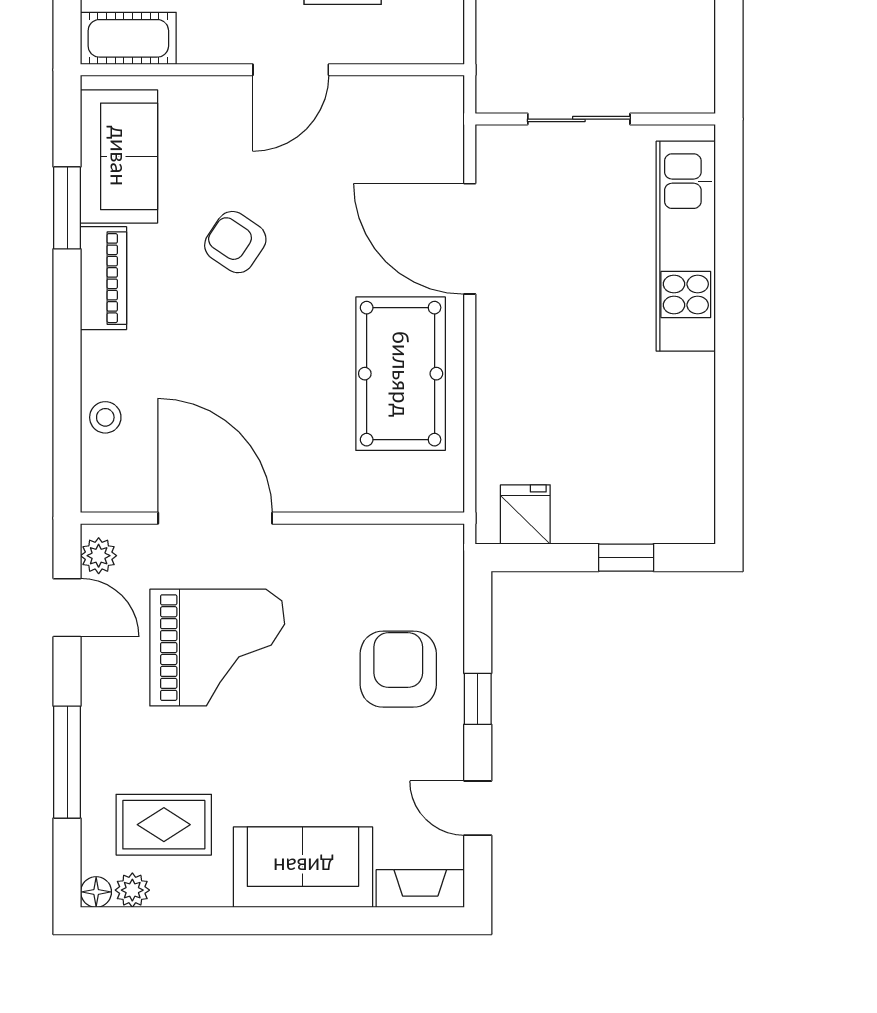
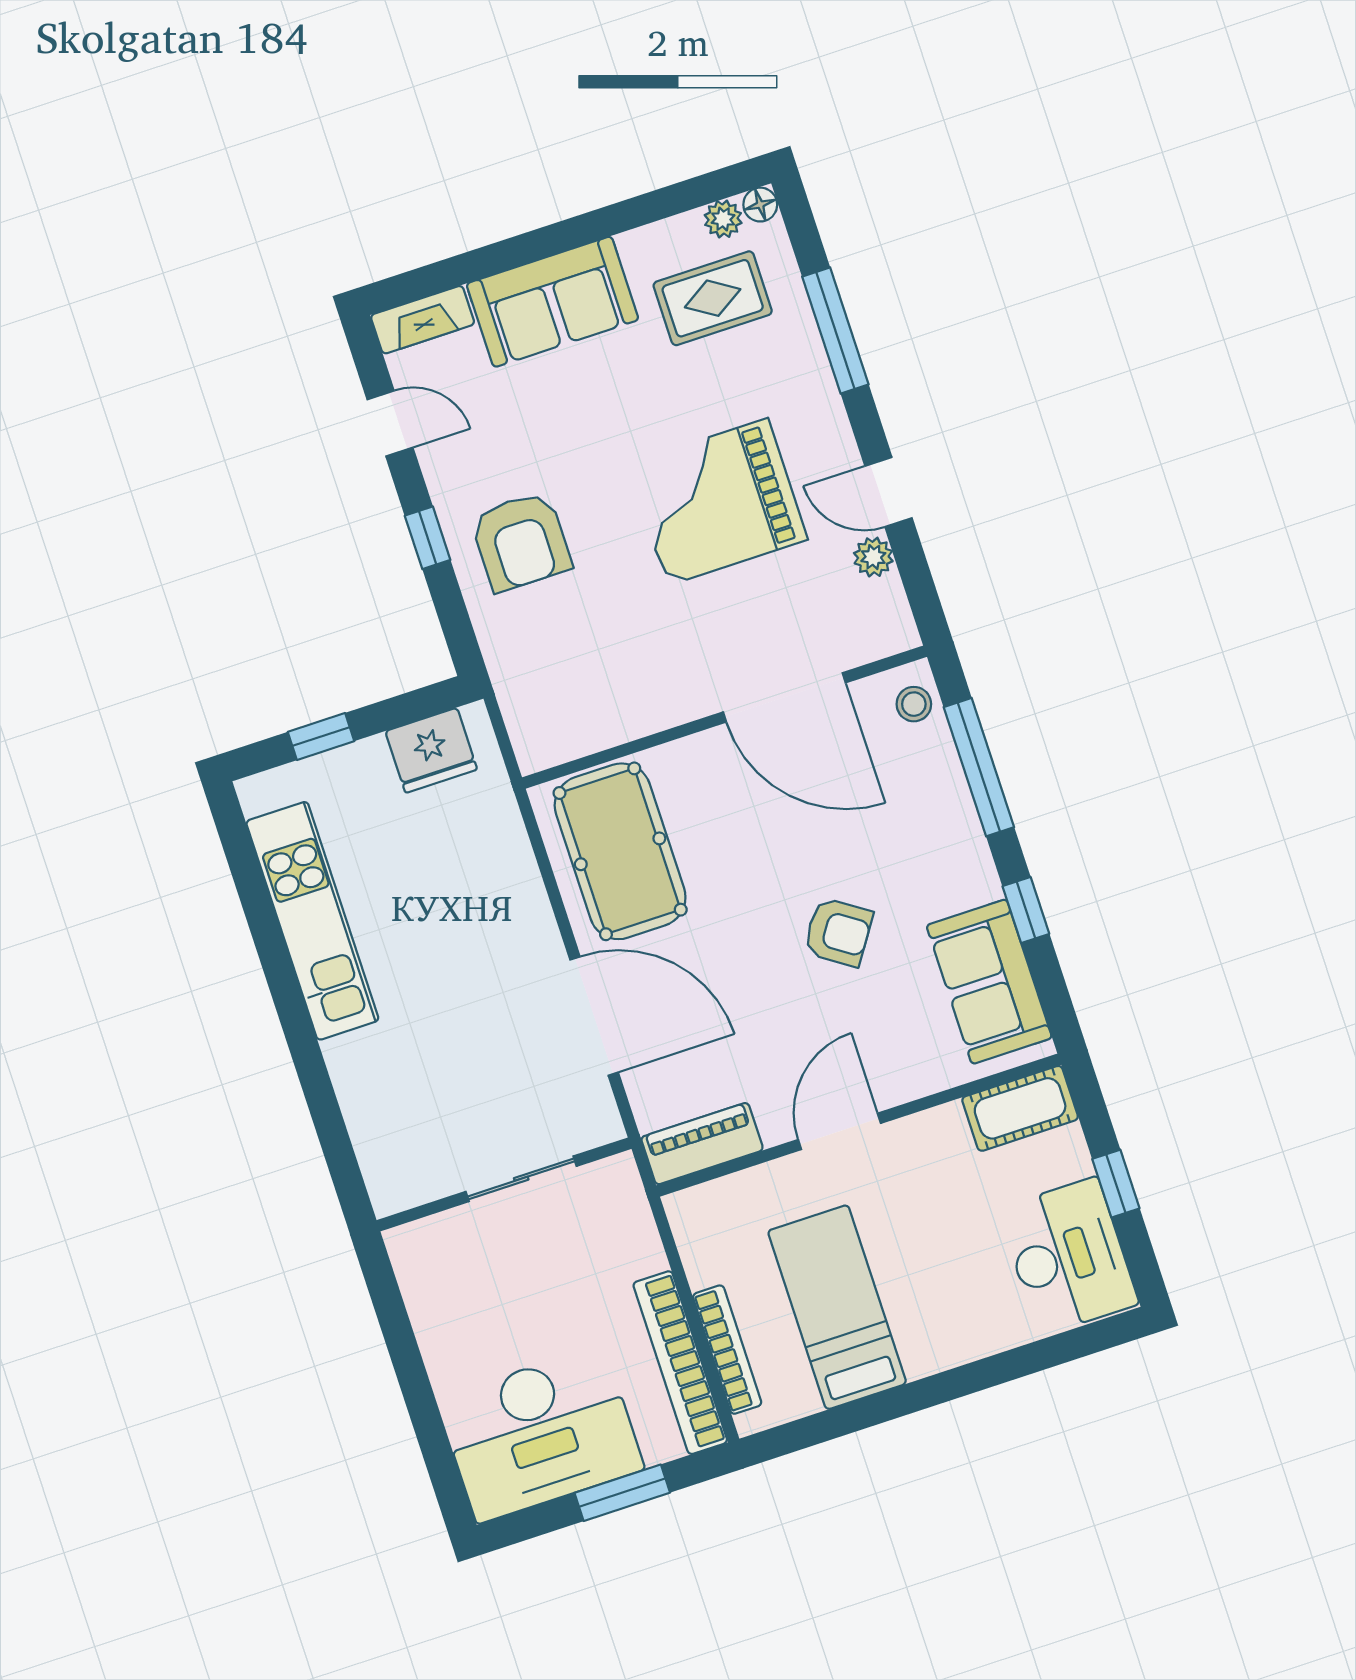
window: (67, 208) -> (1026, 910), width x0.67
kitchen unit: (686, 246) -> (312, 921), moved
piano: (103, 278) -> (702, 1144), moved, turned 90
window: (67, 345) -> (979, 767), added
fridge: (525, 514) -> (431, 750), width x1.38
door: (215, 518) -> (784, 697), moved
wall: (272, 518) -> (724, 717), moved

